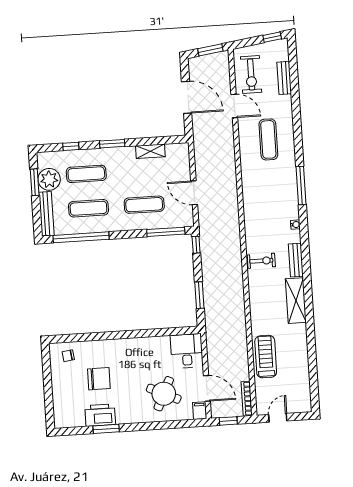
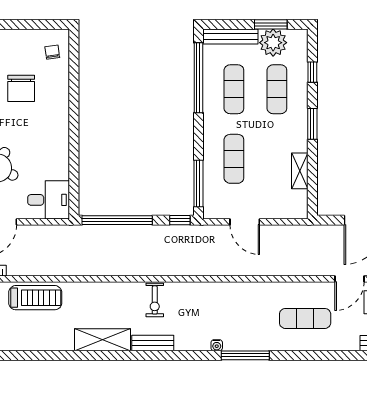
door: (194, 193) -> (245, 222), swing flipped
water cooler: (295, 225) -> (217, 345), moved
window: (199, 295) -> (117, 220), width x2.11

